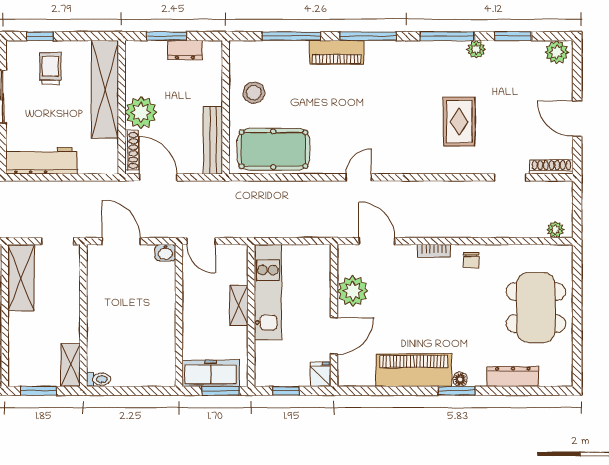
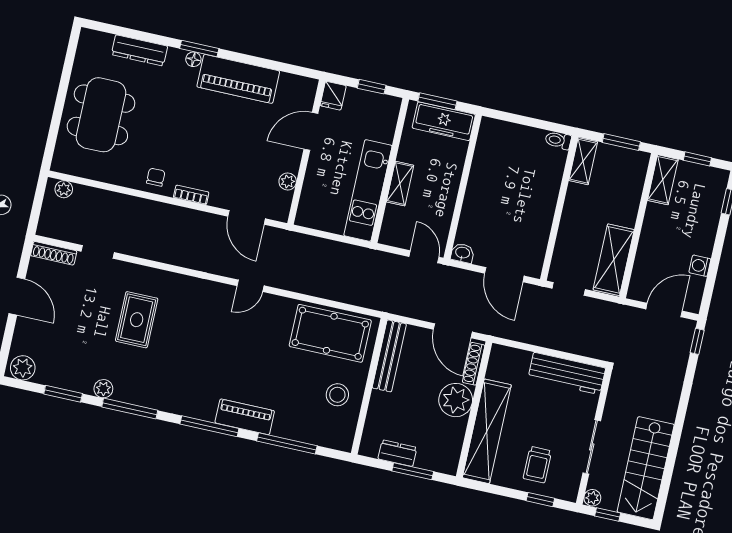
plant: (353, 291) -> (288, 181), width x0.53, depth x0.53

